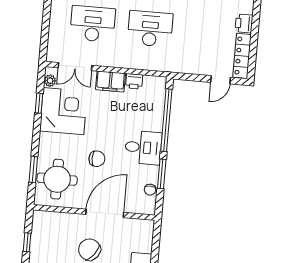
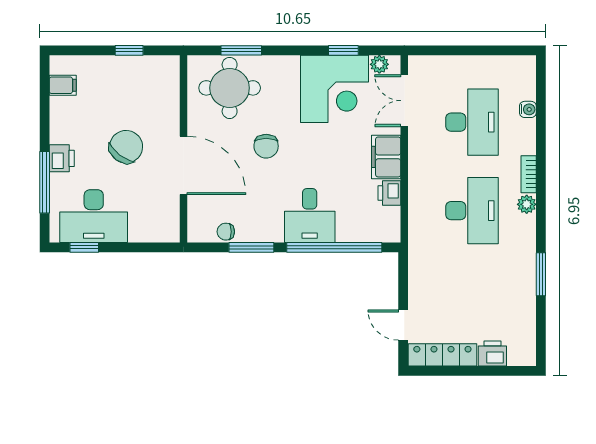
desk: (143, 148) -> (310, 216), moved

